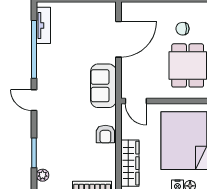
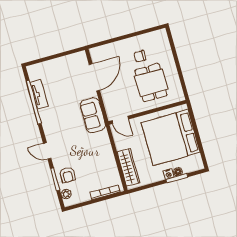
tv unit: (43, 25) -> (39, 94), moved
door: (34, 100) -> (47, 151), moved
armchair: (105, 134) -> (68, 175), moved

